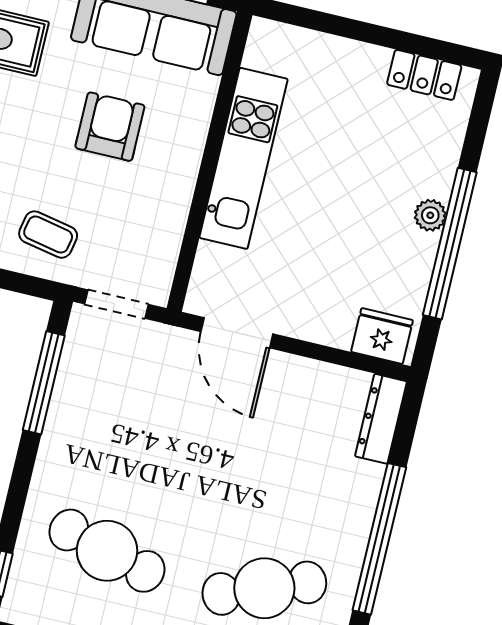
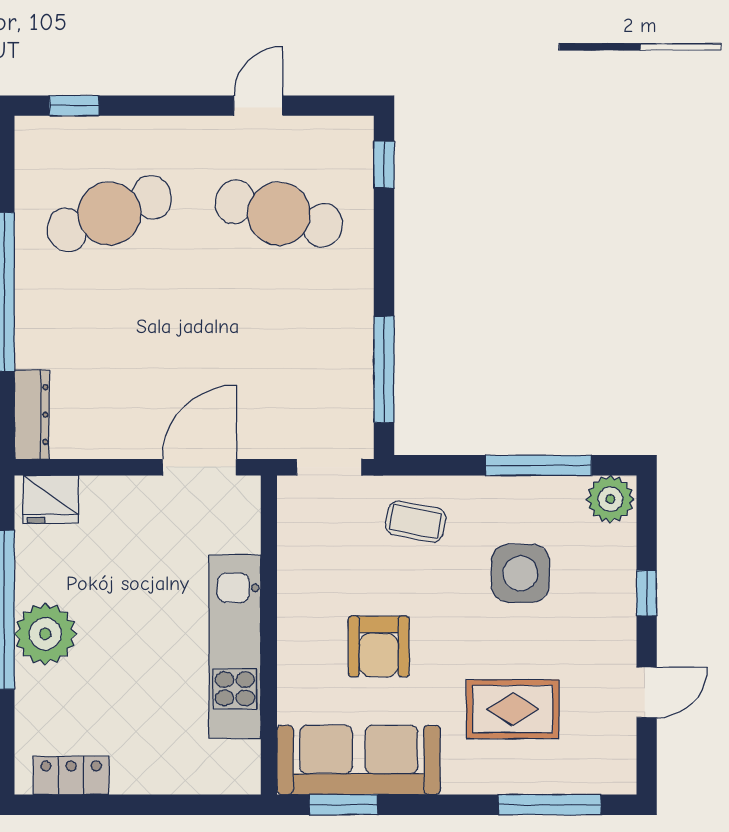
plant: (430, 215) -> (45, 634), width x1.87, depth x1.87
door: (237, 333) -> (199, 467), hinge flipped

